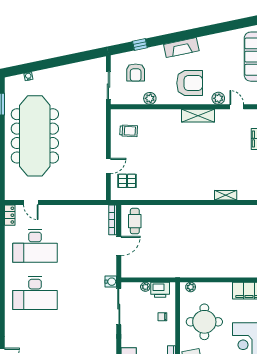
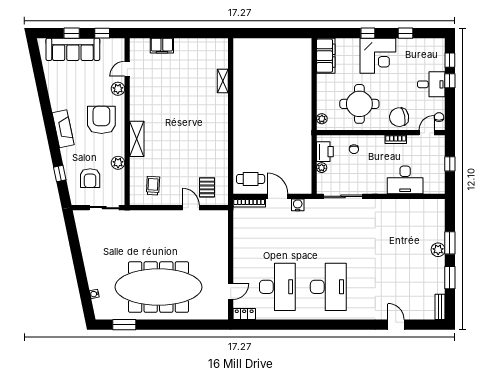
armchair: (136, 73) -> (90, 178), turned 90
shelving: (198, 116) -> (137, 139), moved
water cooler: (111, 282) -> (298, 205), moved

